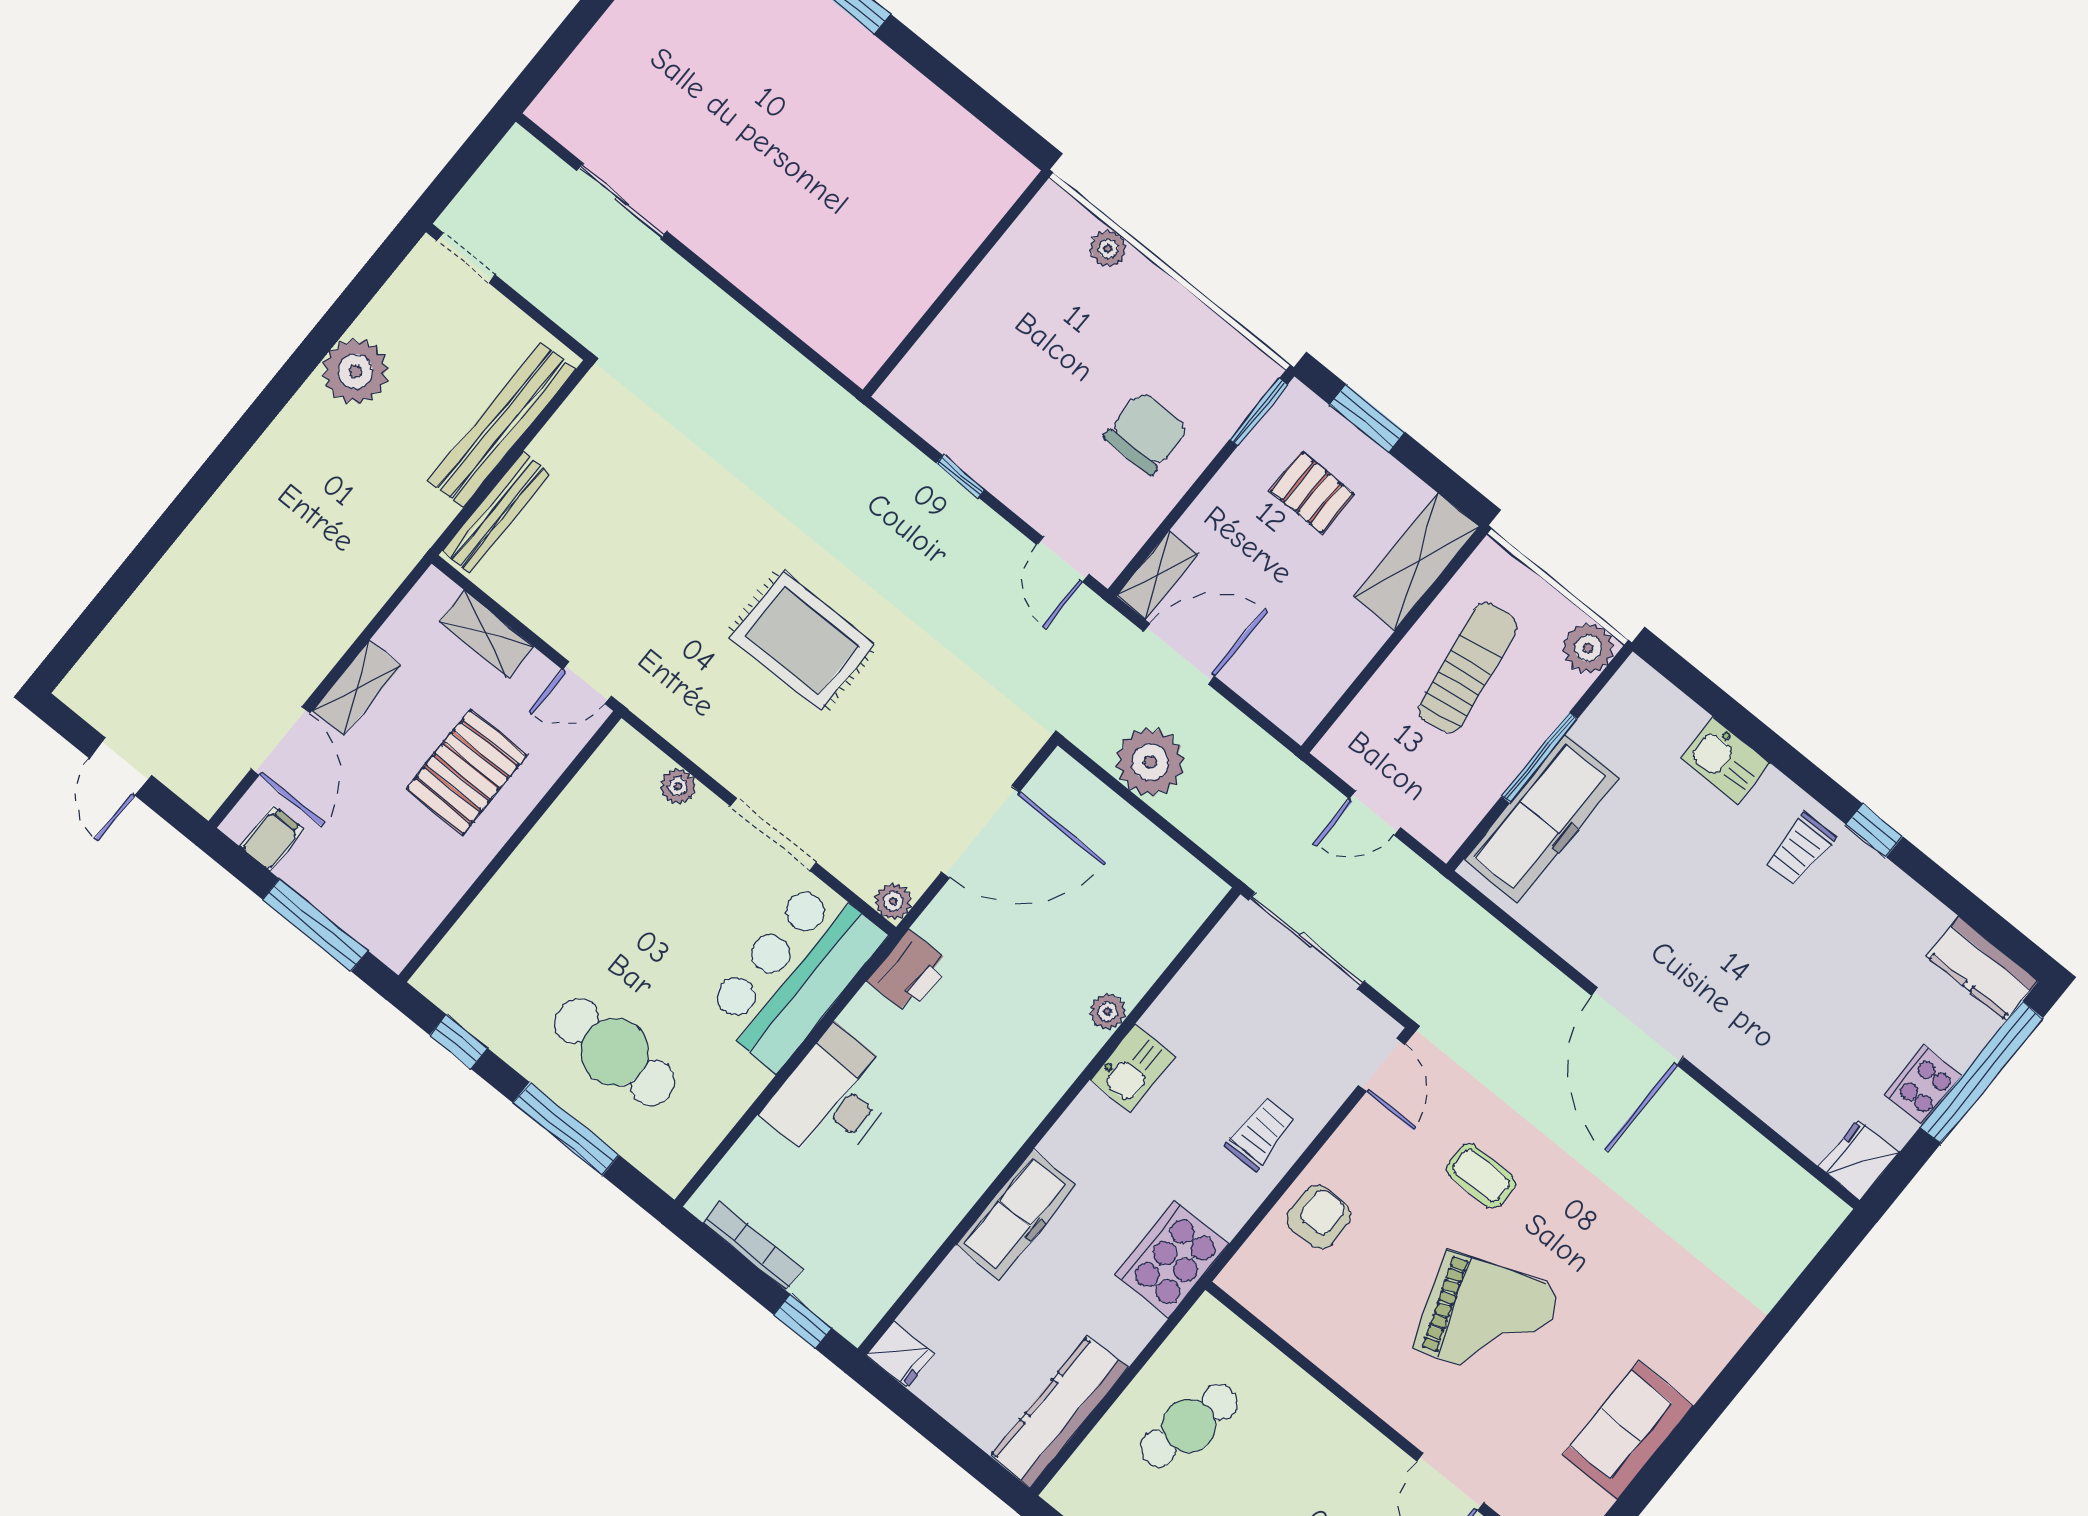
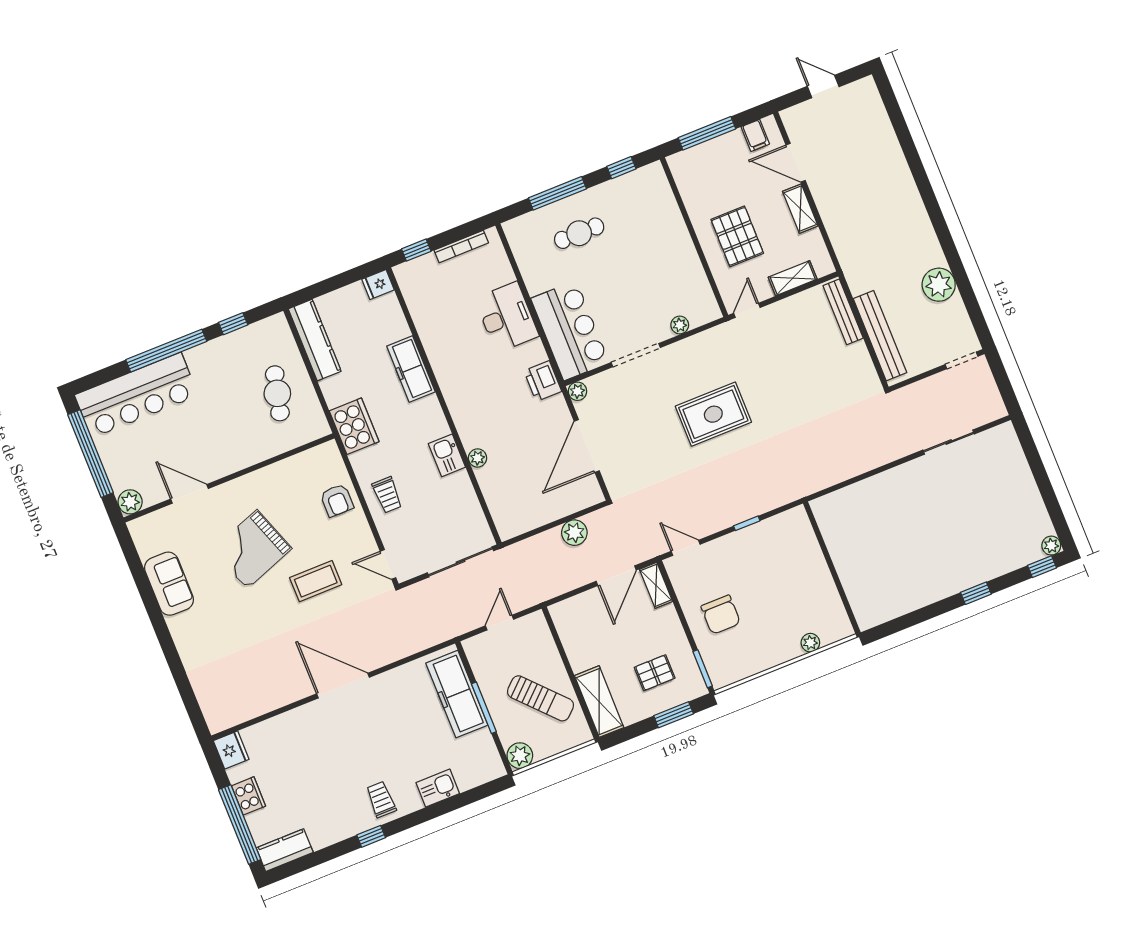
sun lounger: (1468, 668) -> (540, 698), turned -34
plant: (1150, 762) -> (574, 533), width x0.73, depth x0.73
cafe table: (615, 1052) -> (579, 233), width x0.73, depth x0.74
coffee table: (1481, 1176) -> (316, 581), width x1.36, depth x1.30

